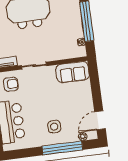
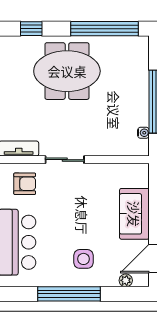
sofa: (73, 72) -> (134, 214), moved, turned 90
window: (62, 148) -> (69, 294), moved

